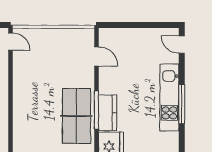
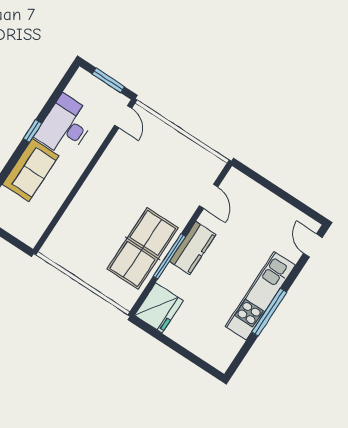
kitchen counter: (108, 113) -> (193, 248), moved

